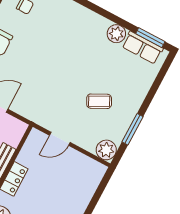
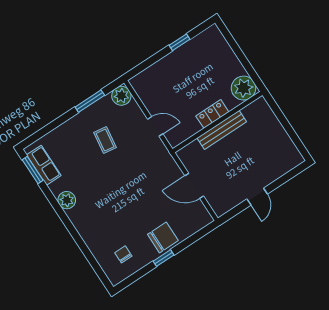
plant: (116, 34) -> (67, 200), moved
coffee table: (99, 101) -> (105, 140), turned 35

